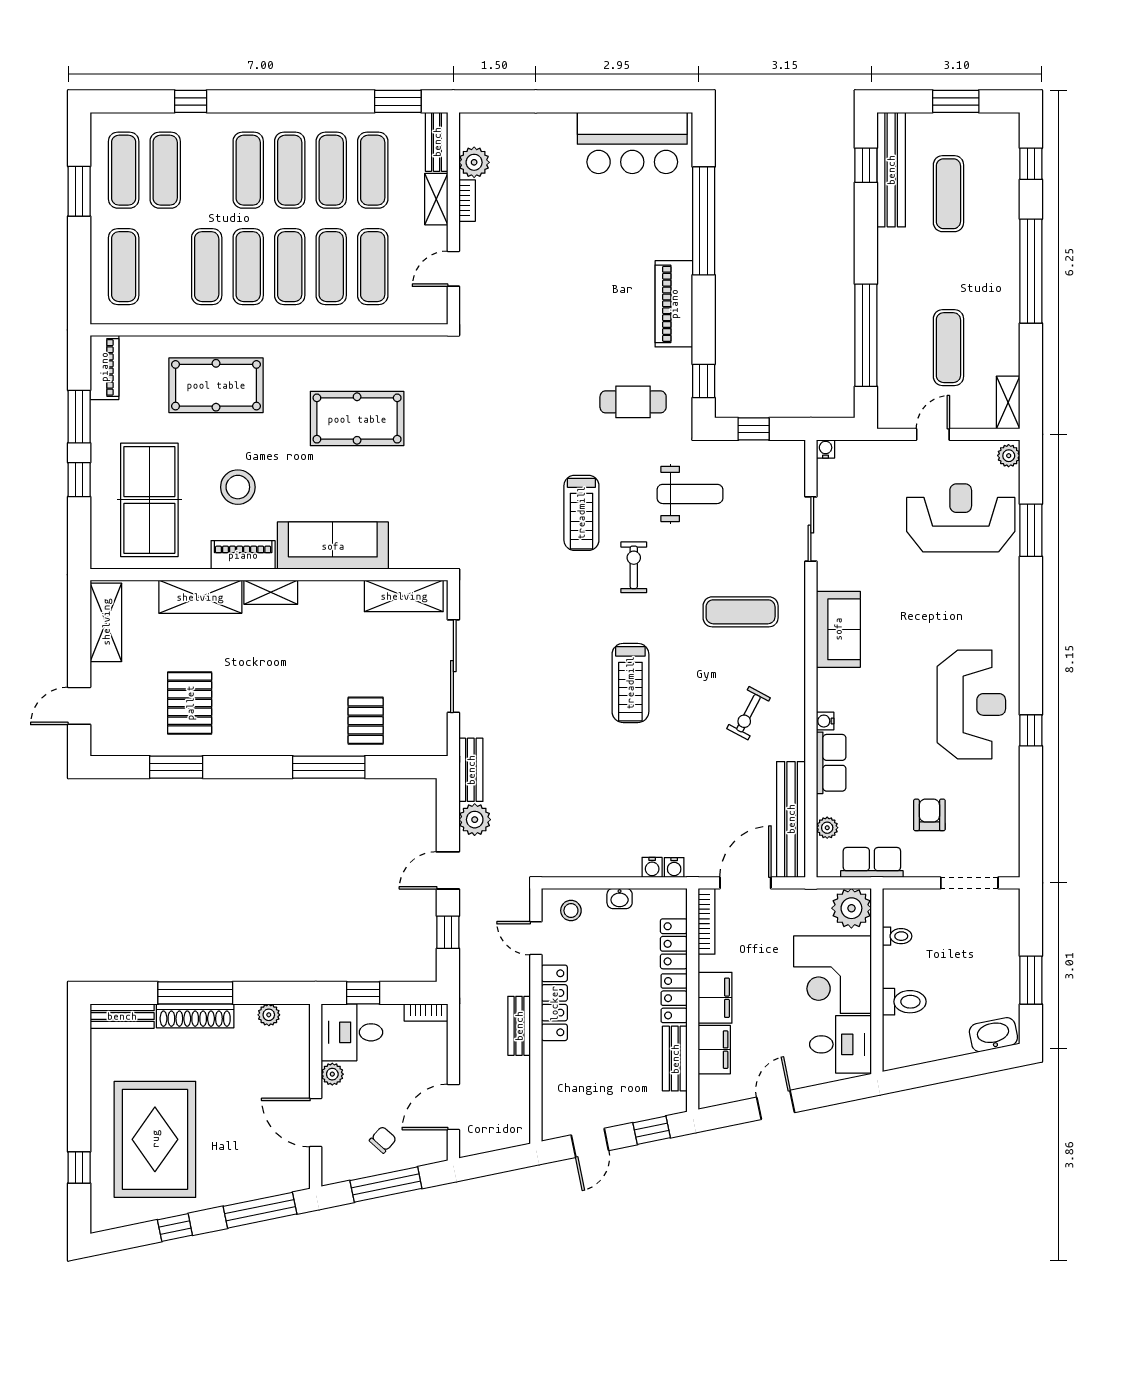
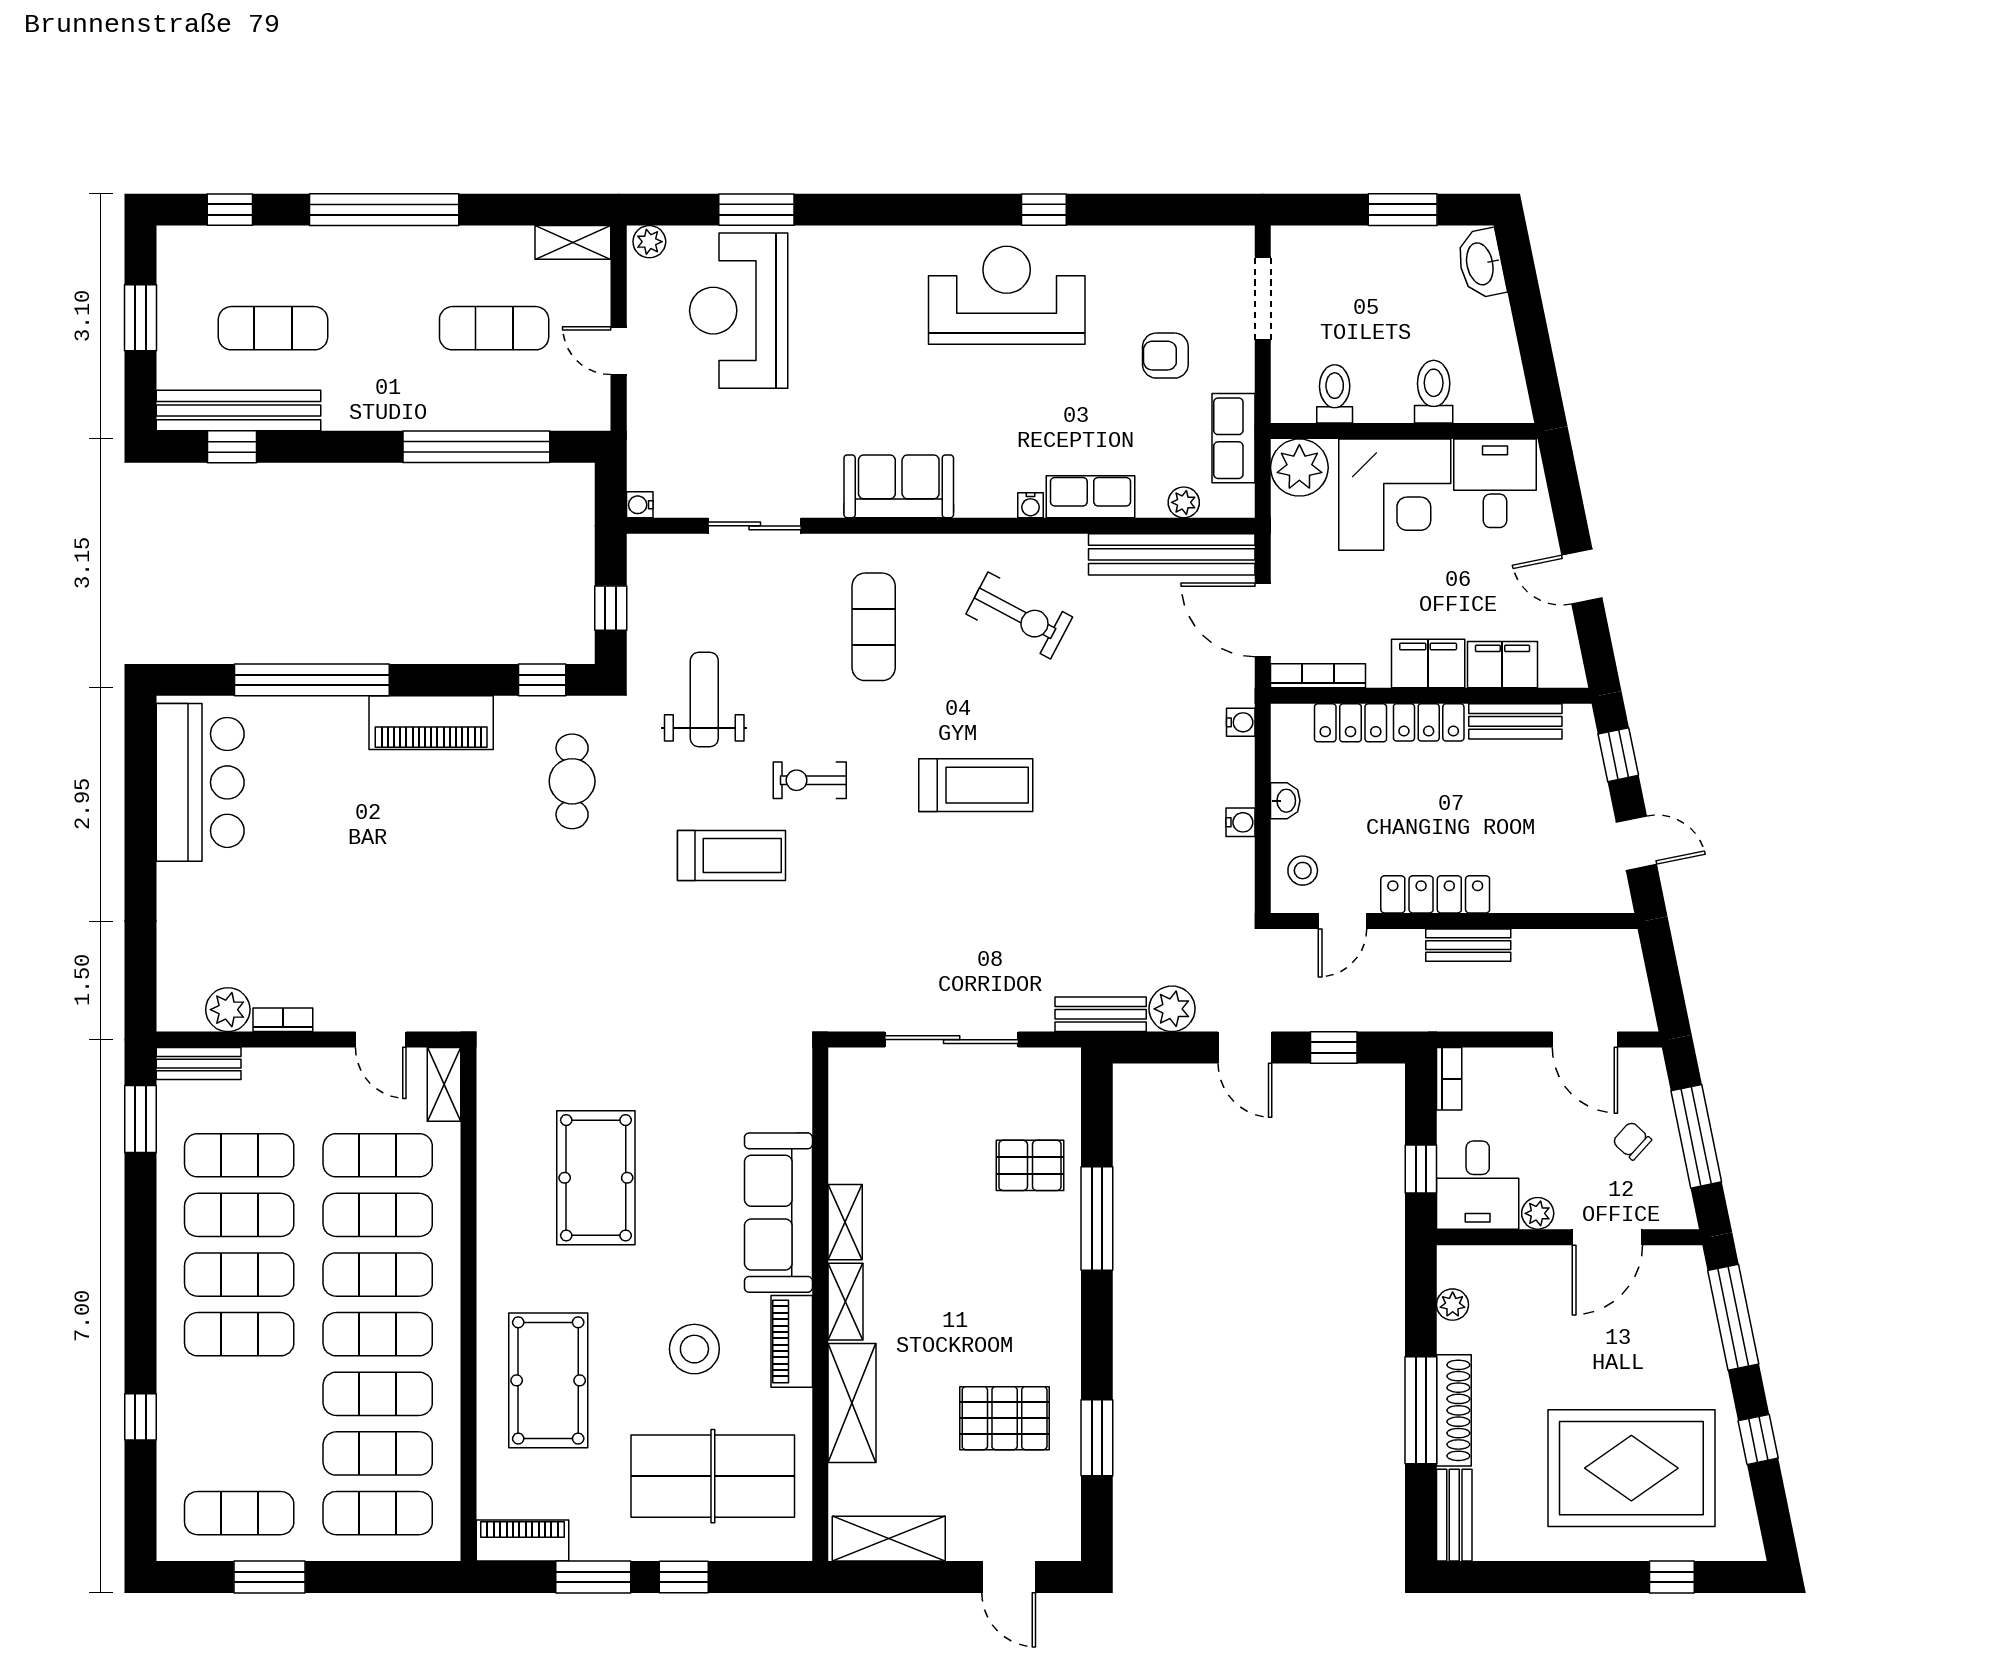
exercise mat: (165, 170) -> (378, 1453), moved
shelving: (436, 199) -> (444, 1084), moved, turned 90
shelving: (404, 596) -> (845, 1222), moved, width x0.67, depth x0.75
exercise bike: (748, 713) -> (1019, 615), width x1.38, depth x1.39
water cooler: (652, 867) -> (1241, 822), moved
toilet: (897, 936) -> (1335, 394), width x1.37, depth x1.39

